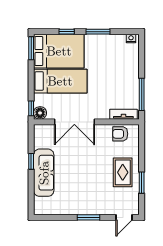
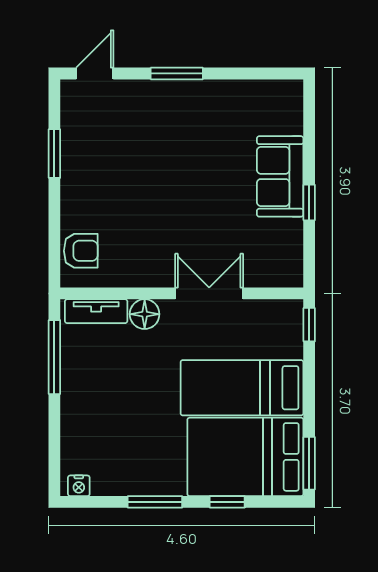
floor lamp: (40, 113) -> (145, 314), moved
double door: (74, 122) -> (209, 293), width x0.73
armchair: (120, 134) -> (81, 251), moved
rug: (123, 172) -> (98, 177), removed
sofa: (44, 173) -> (280, 176), width x0.73

